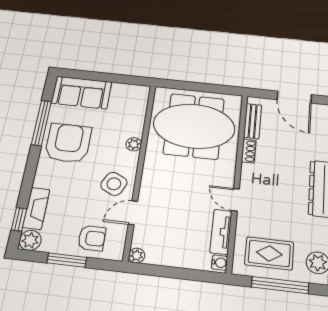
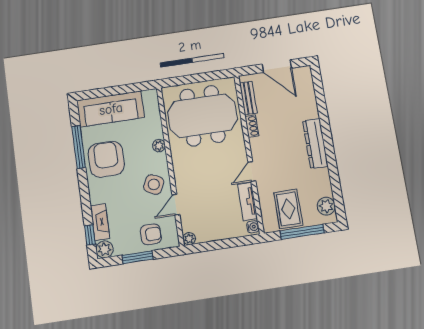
sofa: (81, 93) -> (111, 109), width x1.36
door: (235, 200) -> (252, 171), hinge flipped
rug: (269, 253) -> (288, 209), turned 90

